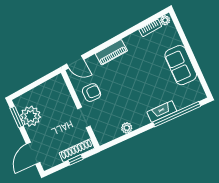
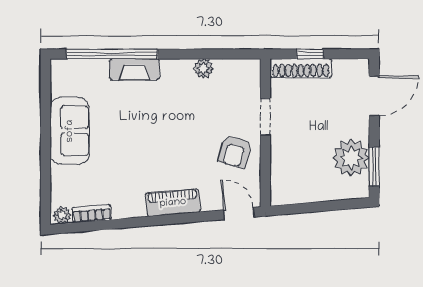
armchair: (92, 93) -> (235, 152), turned -75

